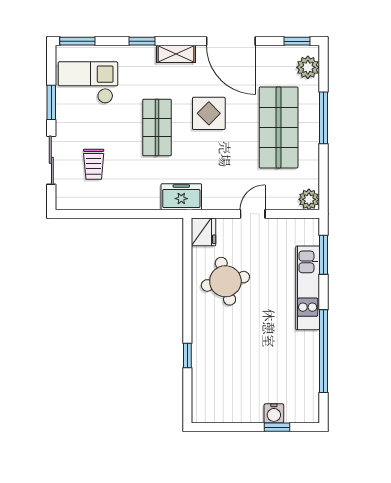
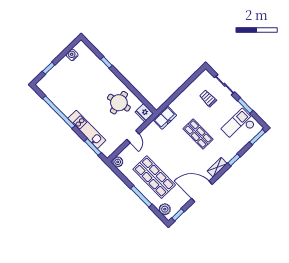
checkout: (88, 82) -> (239, 126), turned 180
display table: (209, 113) -> (184, 157), removed
water cooler: (274, 413) -> (72, 55), moved

